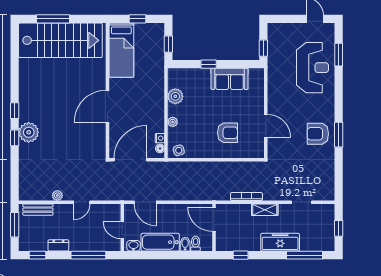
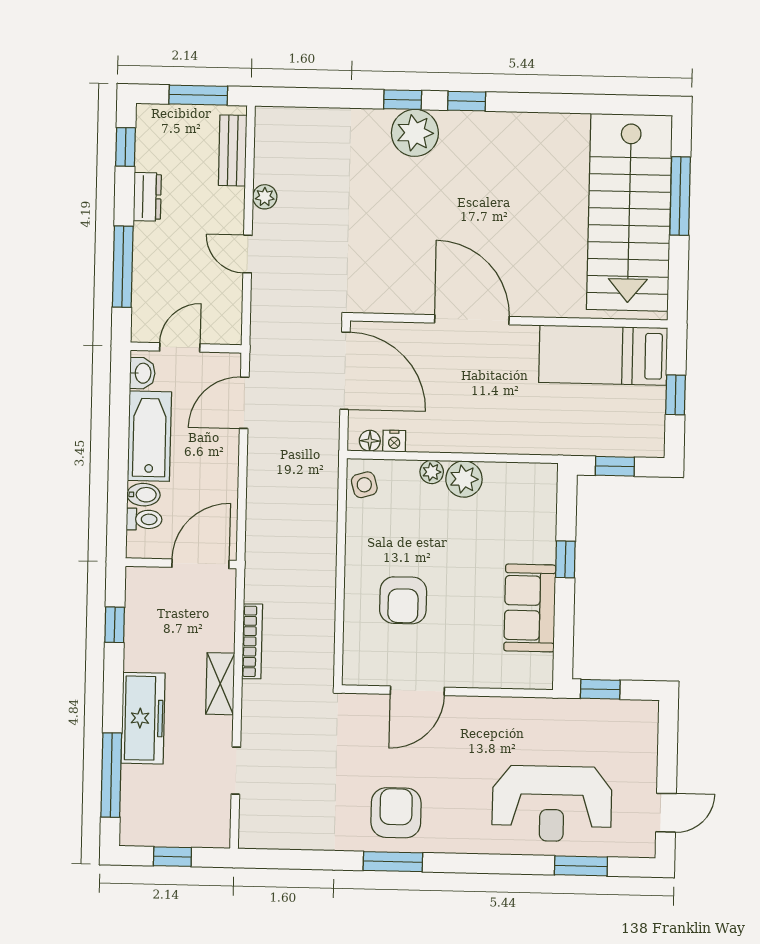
plant: (175, 96) -> (464, 479), moved

